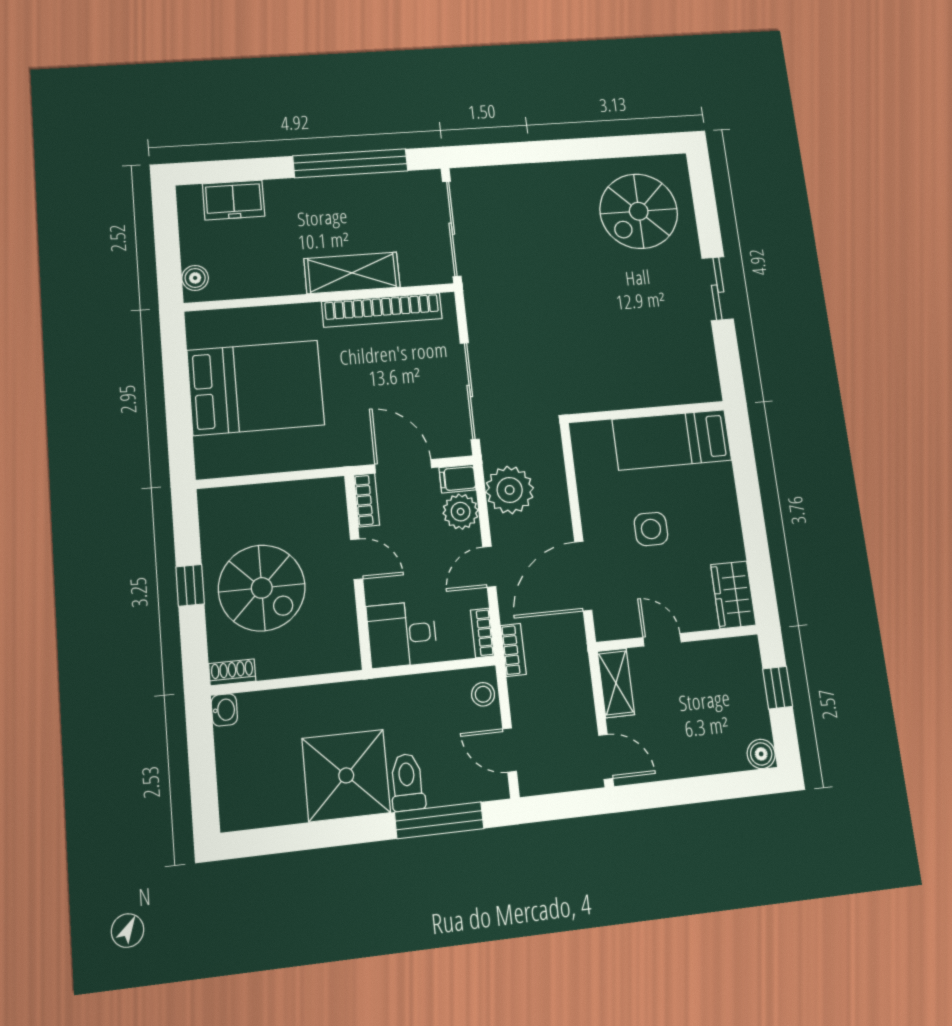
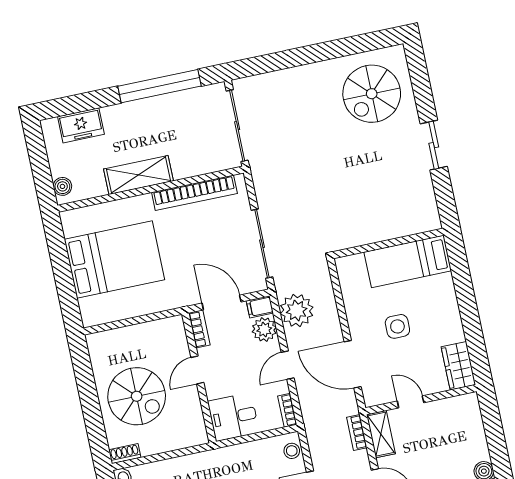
shelving: (352, 273) -> (139, 175), moved
door: (357, 559) -> (197, 370), swing flipped
door: (583, 576) -> (353, 364), hinge flipped
window: (190, 585) -> (89, 400), removed
bookcase: (513, 650) -> (357, 432), moved, turned 180
window: (778, 688) -> (493, 426), removed

